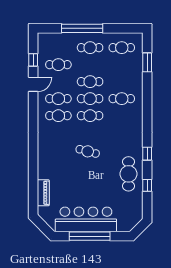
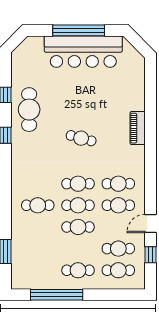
window: (82, 28) -> (57, 295), moved
cafe table: (122, 48) -> (118, 270), moved
piano: (43, 193) -> (138, 128), moved

